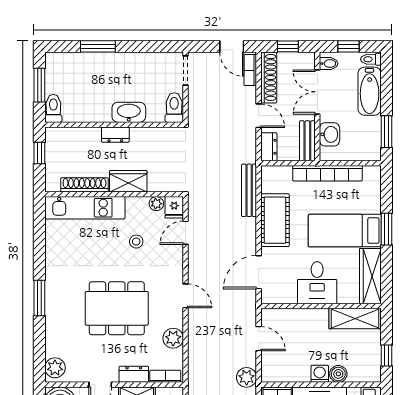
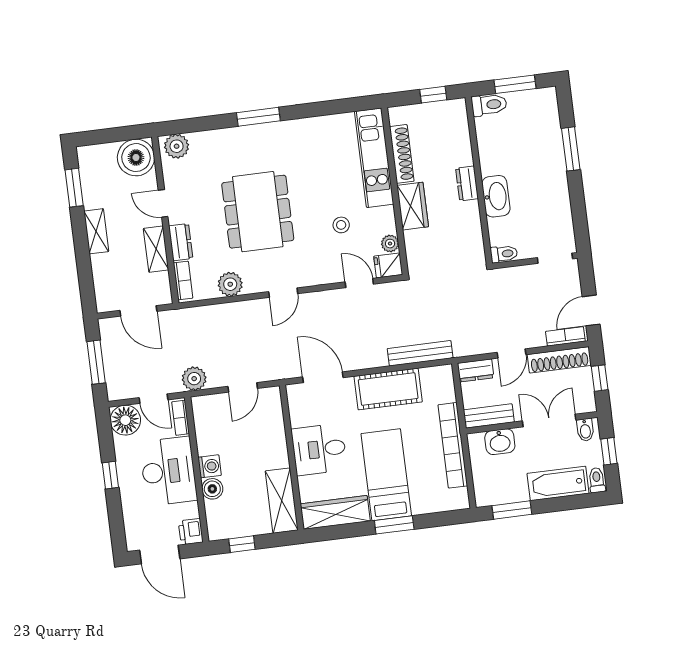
toilet: (174, 108) -> (504, 254), width x0.73, depth x0.72

